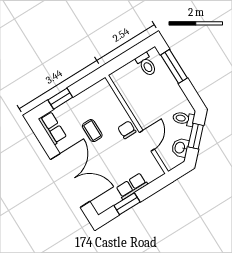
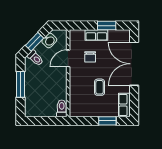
toilet: (146, 64) -> (62, 108), moved
window: (174, 66) -> (20, 84), moved
chair: (127, 130) -> (90, 57), moved

